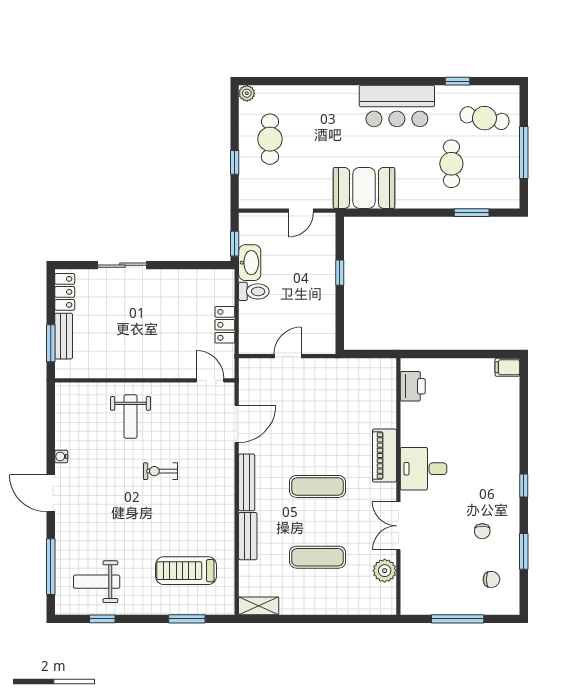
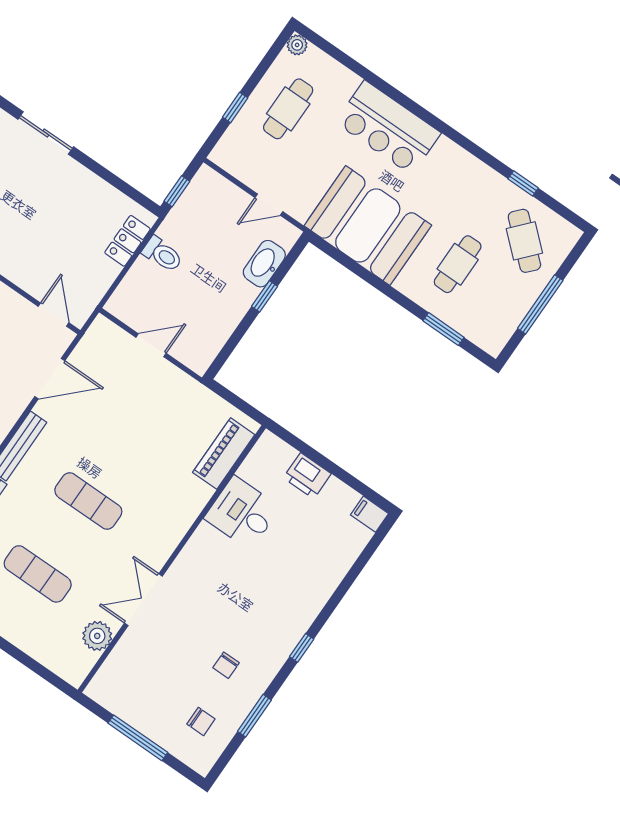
bar counter: (397, 106) -> (388, 128), moved
cafe table: (484, 118) -> (524, 241), turned 31
booth: (364, 188) -> (368, 225), width x1.36, depth x1.42
washbasin: (250, 263) -> (264, 264), moved, turned 180
locker: (225, 325) -> (127, 241), moved
printer: (413, 386) -> (307, 476), moved, turned 90
piano: (385, 455) -> (224, 454), moved
desk: (424, 469) -> (242, 513), moved

